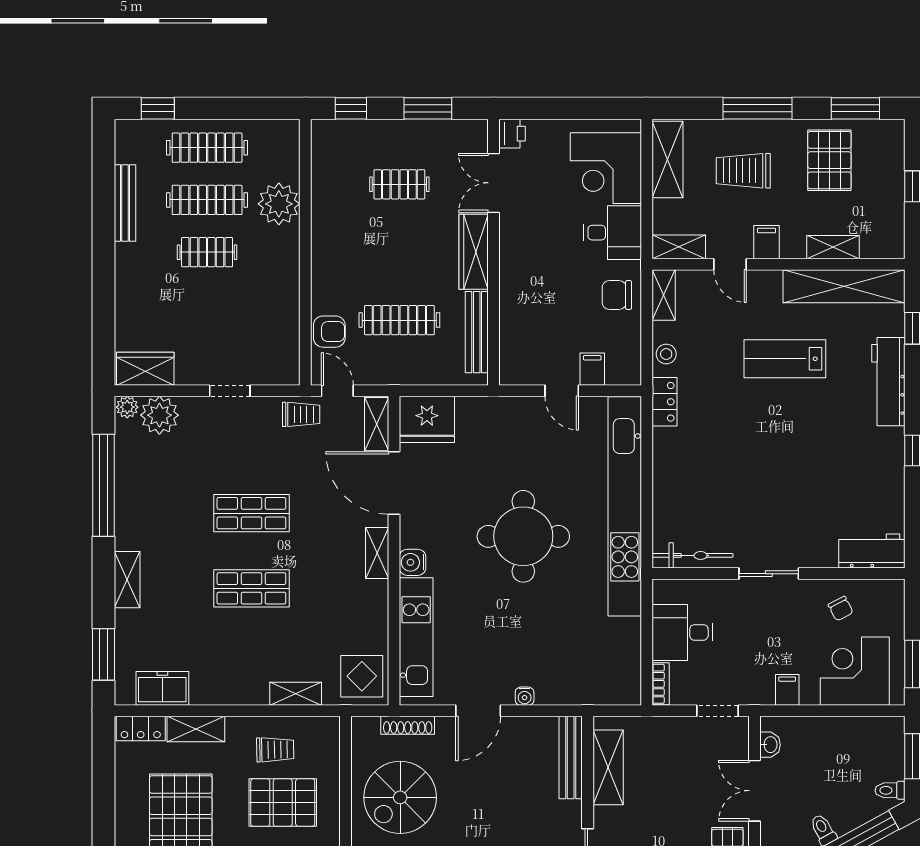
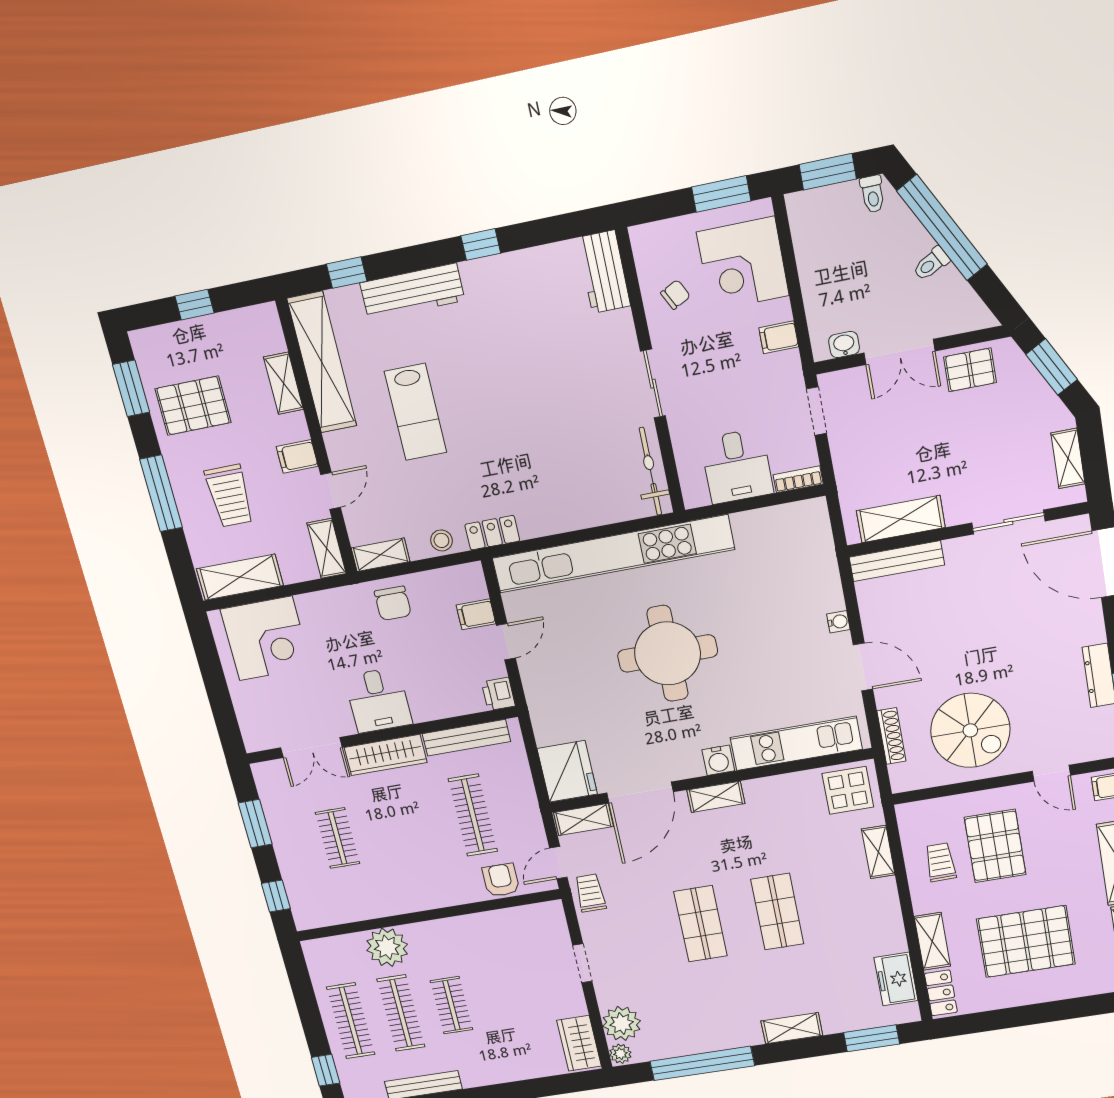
printer: (512, 134) -> (498, 694), moved, turned -90
desk: (612, 233) -> (378, 700), moved, turned 180

